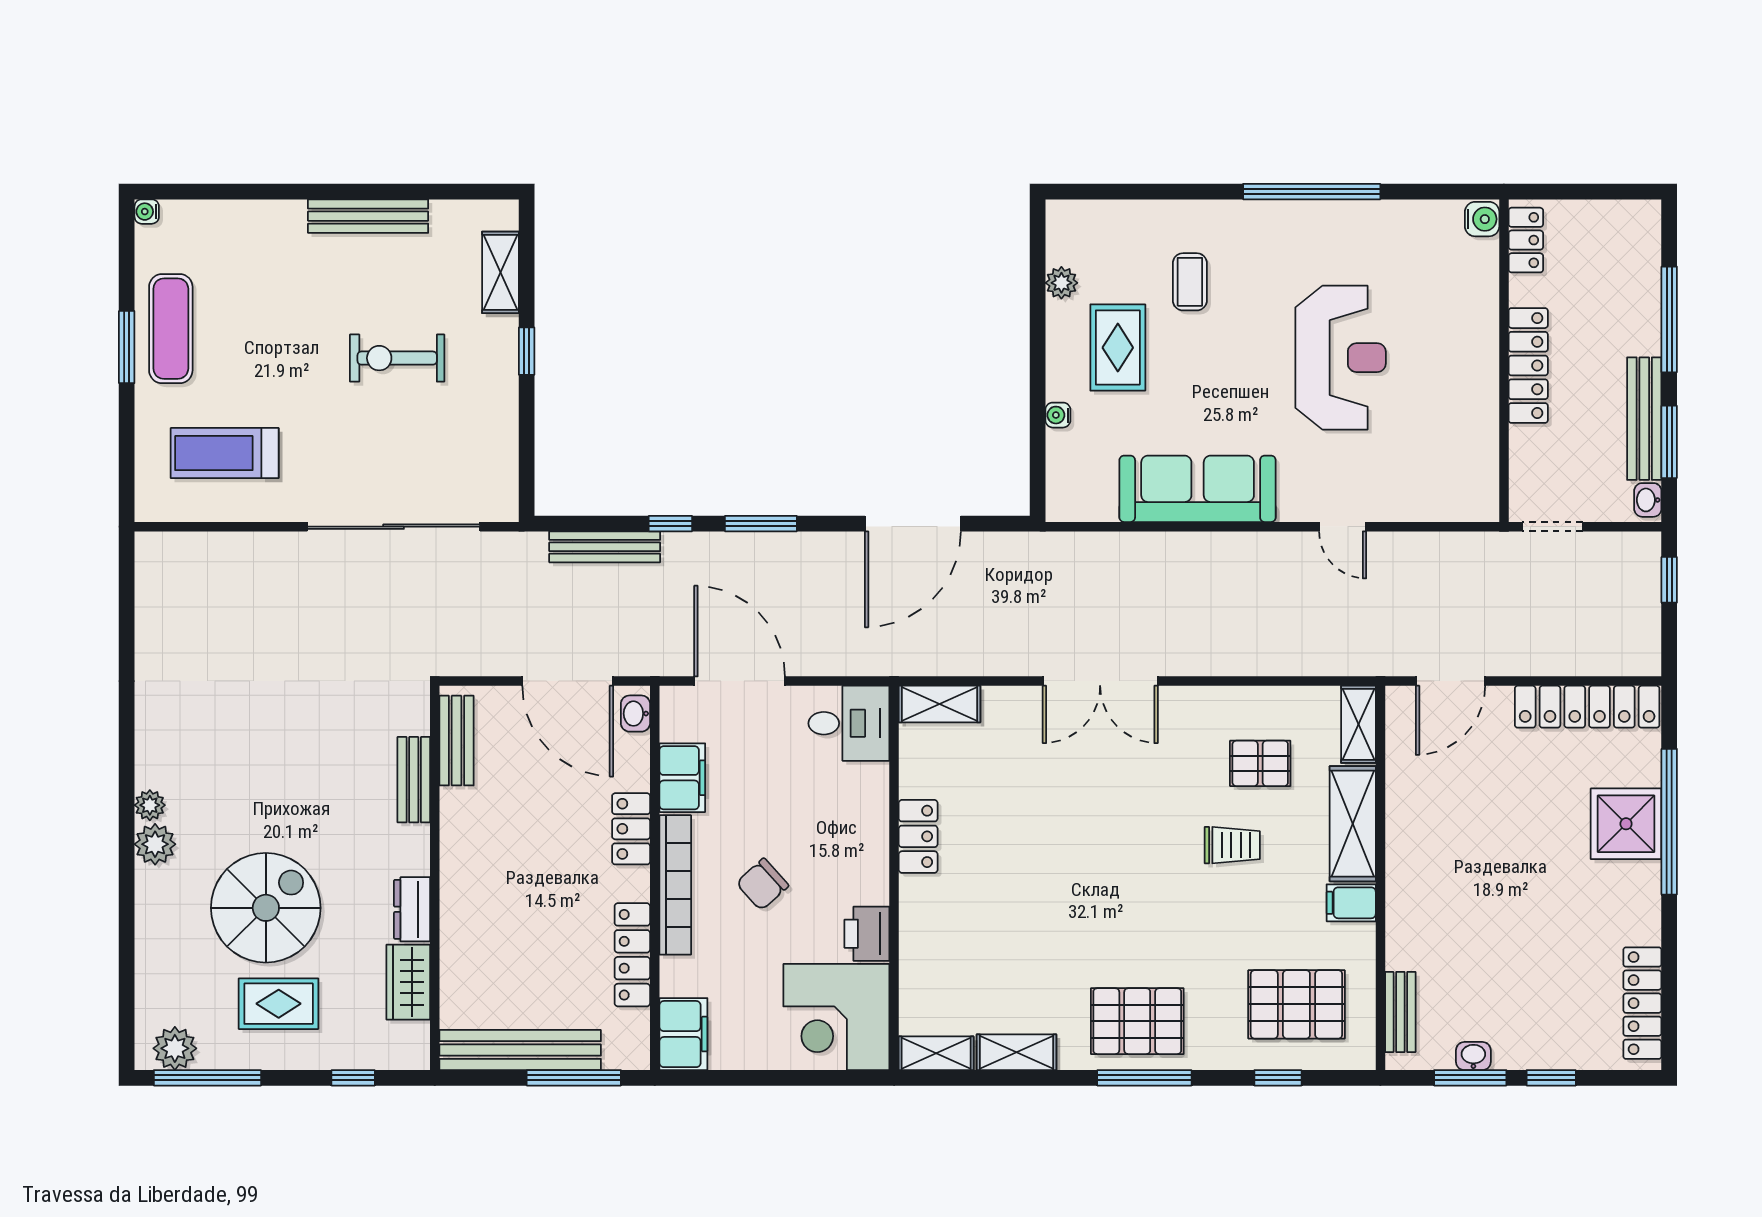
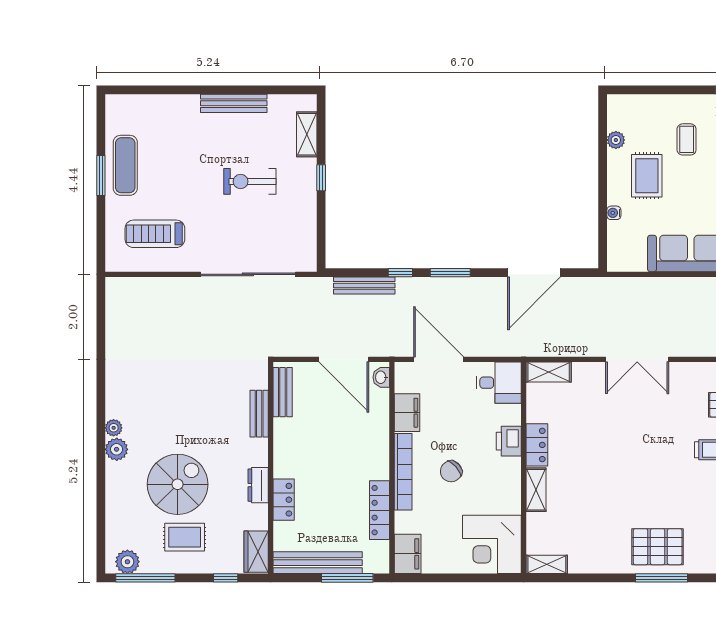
water cooler: (147, 212) -> (112, 101), removed
locker: (631, 829) -> (284, 500), moved, turned 180
printer: (867, 934) -> (509, 441), moved
wardrobe: (408, 982) -> (256, 552), moved
shelving: (1017, 1052) -> (536, 490), moved, turned 90

